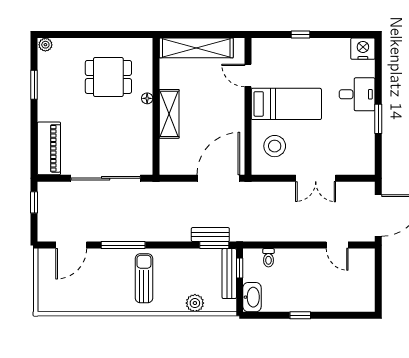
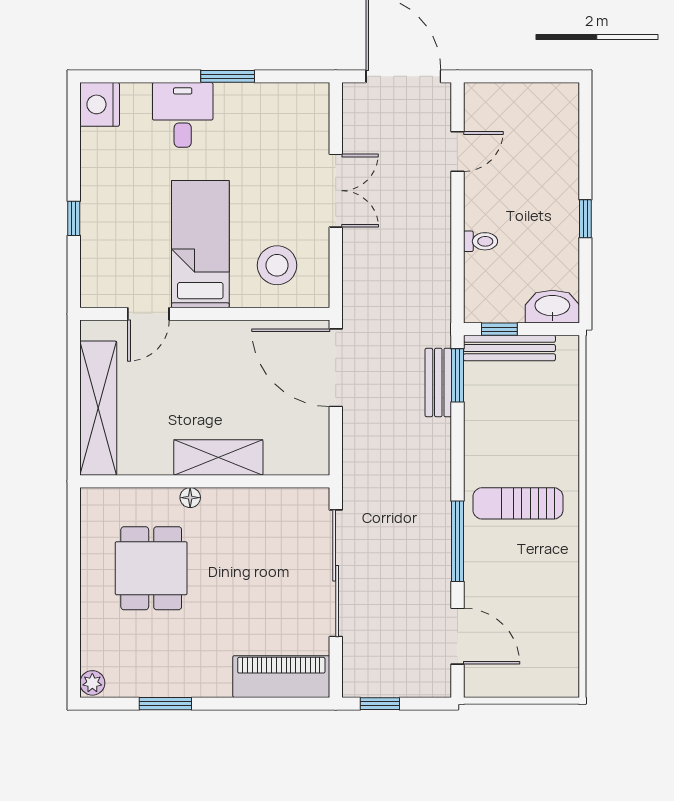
toilet: (268, 258) -> (481, 241), moved
plant: (195, 303) -> (563, 411), removed

